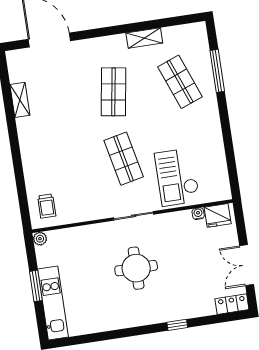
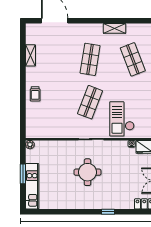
shop shelf: (124, 159) -> (90, 102), turned 33
trolley: (47, 206) -> (35, 94), moved

